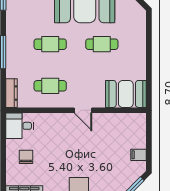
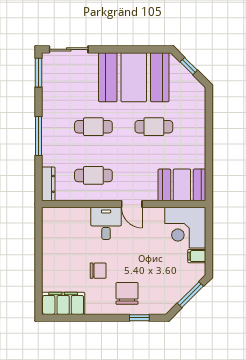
desk: (20, 126) -> (106, 223), moved, turned 90
corner desk: (129, 130) -> (185, 228), added
chair: (26, 157) -> (98, 271), moved, turned 90

